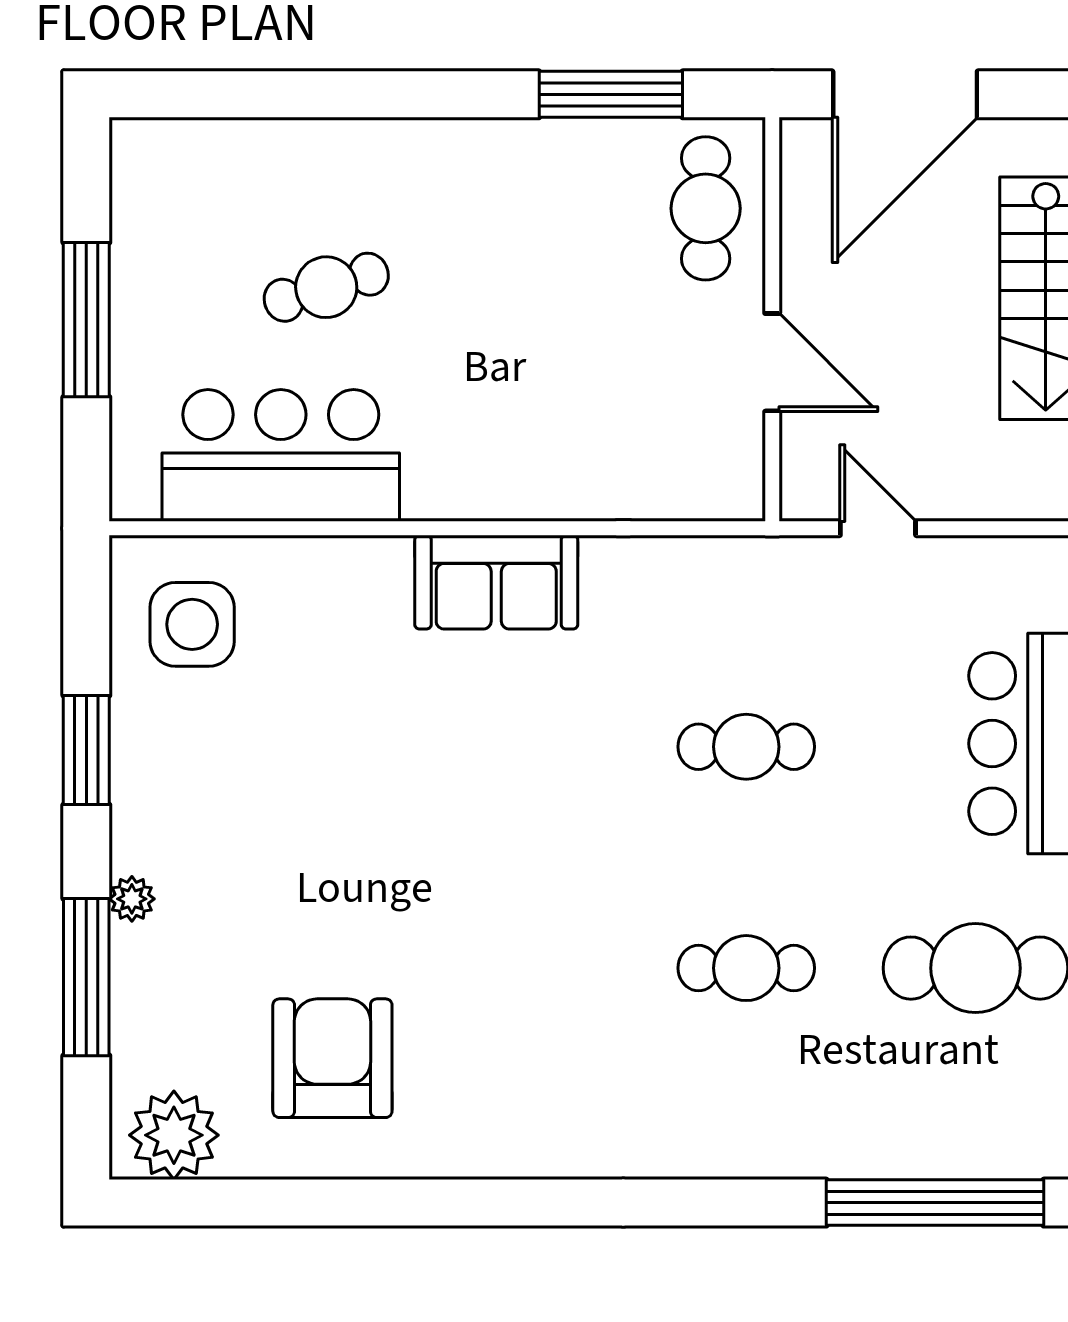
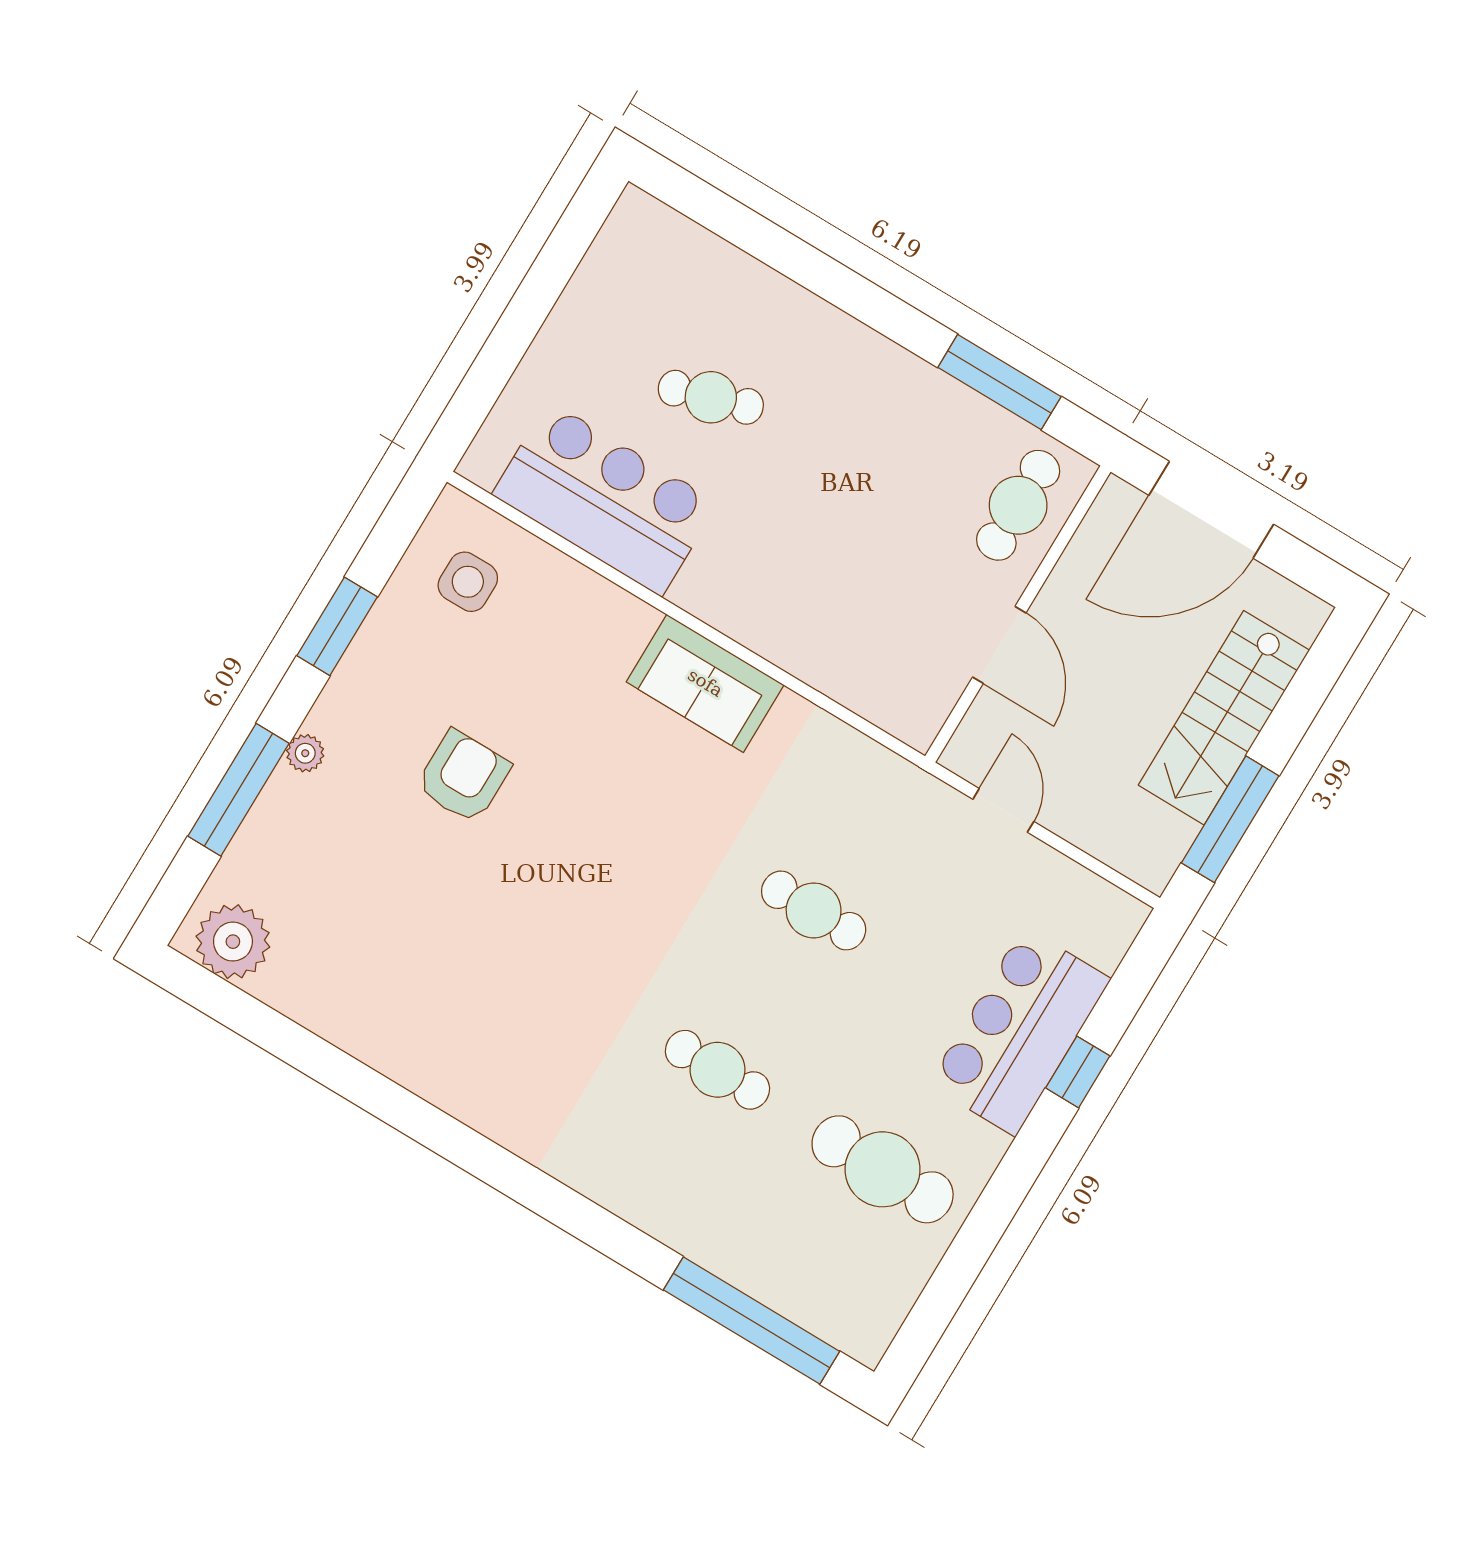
window: (86, 320) -> (524, 316), removed
side table: (192, 624) -> (468, 582), width x0.73, depth x0.73
armchair: (332, 1058) -> (463, 777), moved, width x0.73, depth x0.73

